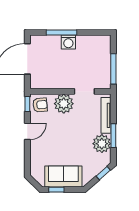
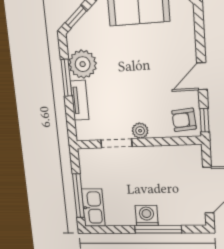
kitchen sink: (104, 48) -> (93, 208), added
window: (113, 69) -> (78, 196), moved
plant: (64, 104) -> (140, 131), width x0.53, depth x0.53
tv unit: (106, 115) -> (80, 100), width x0.71

